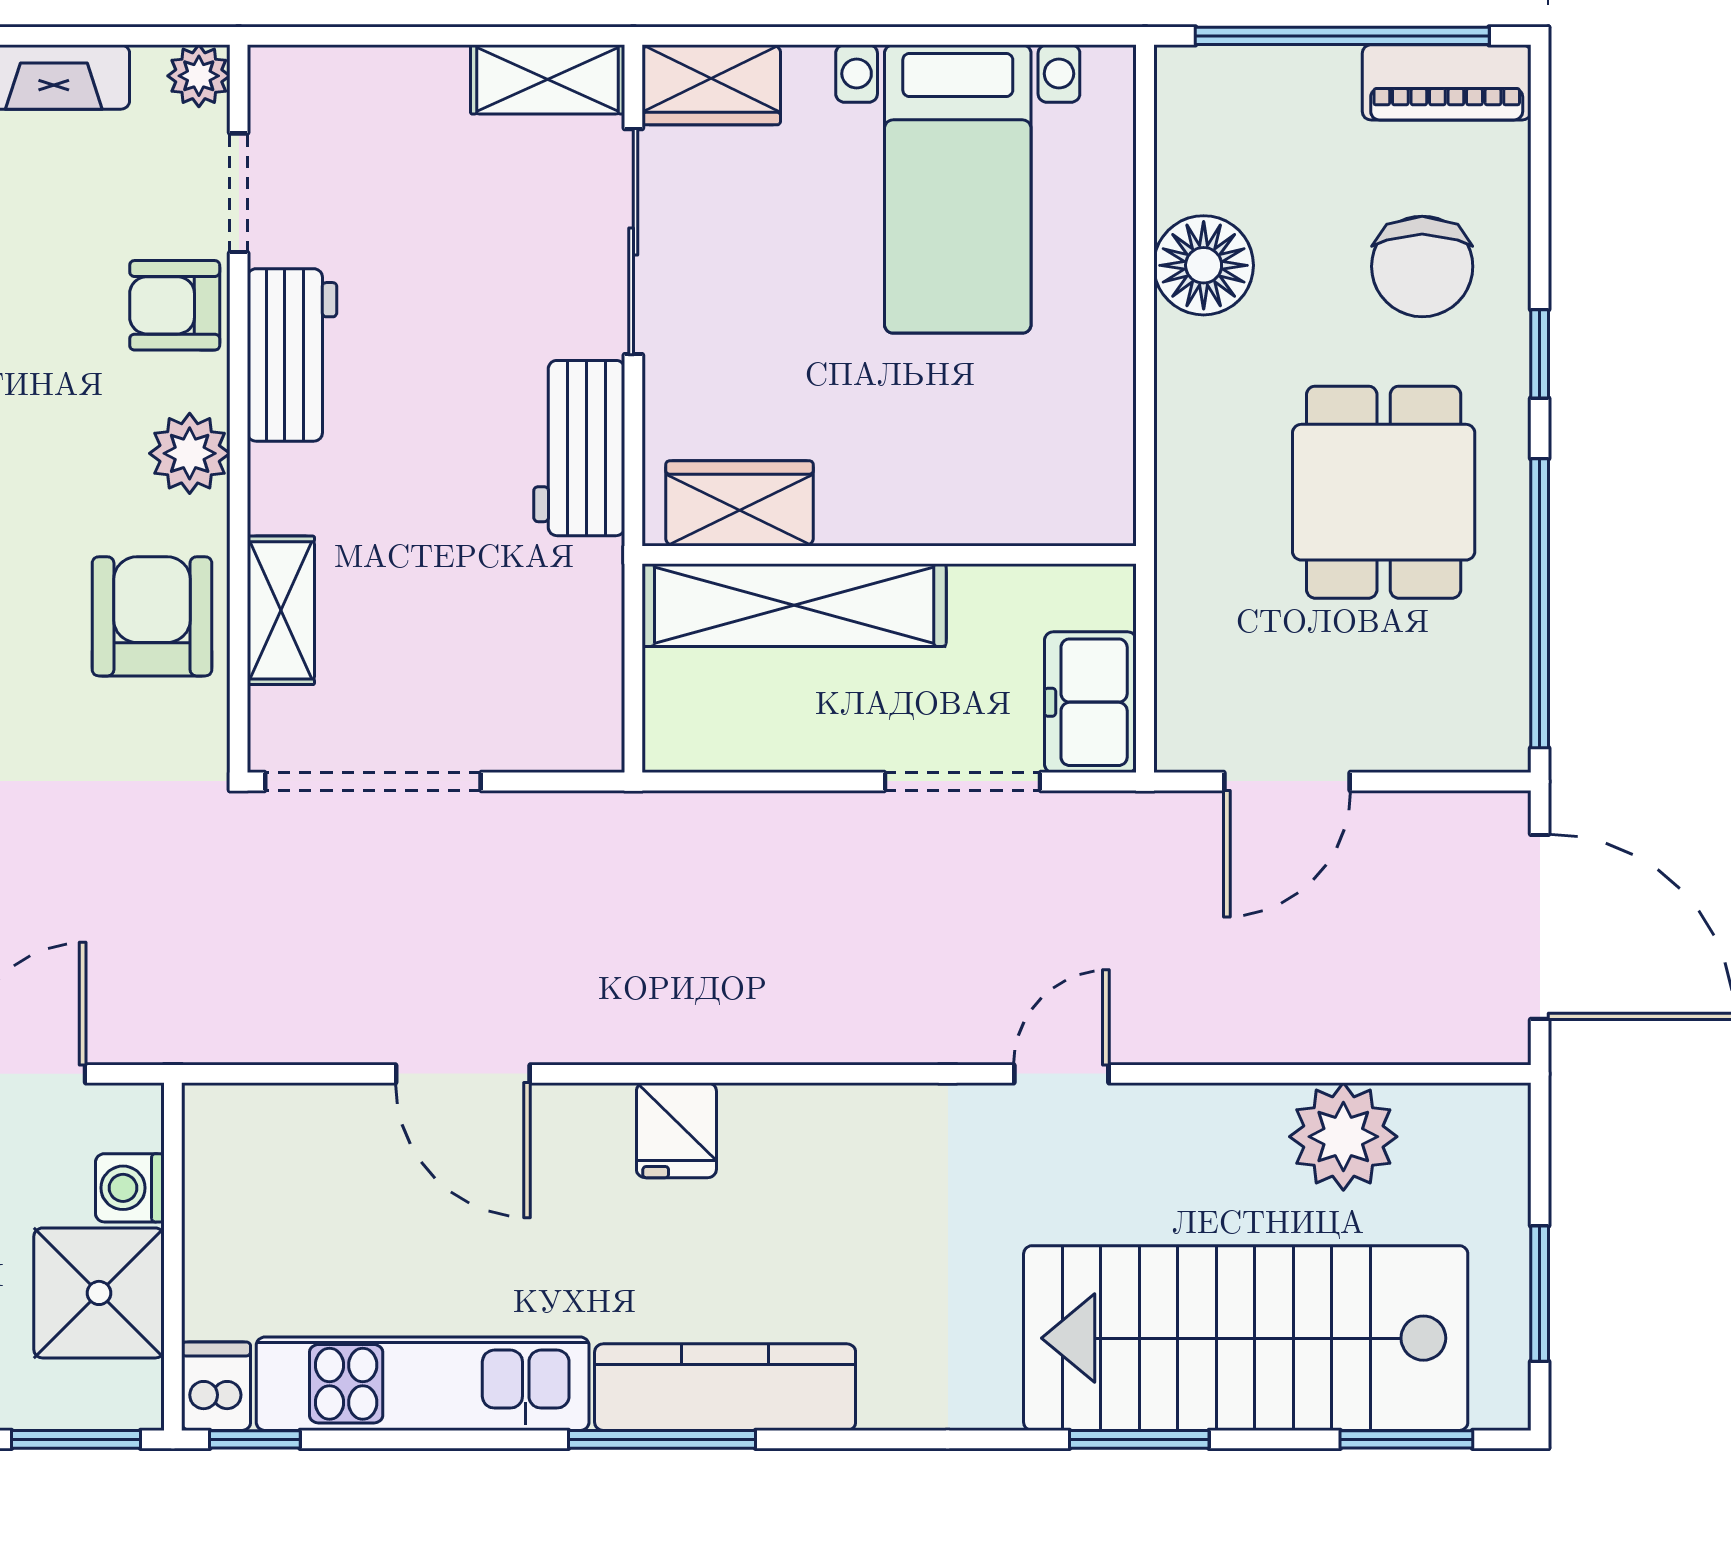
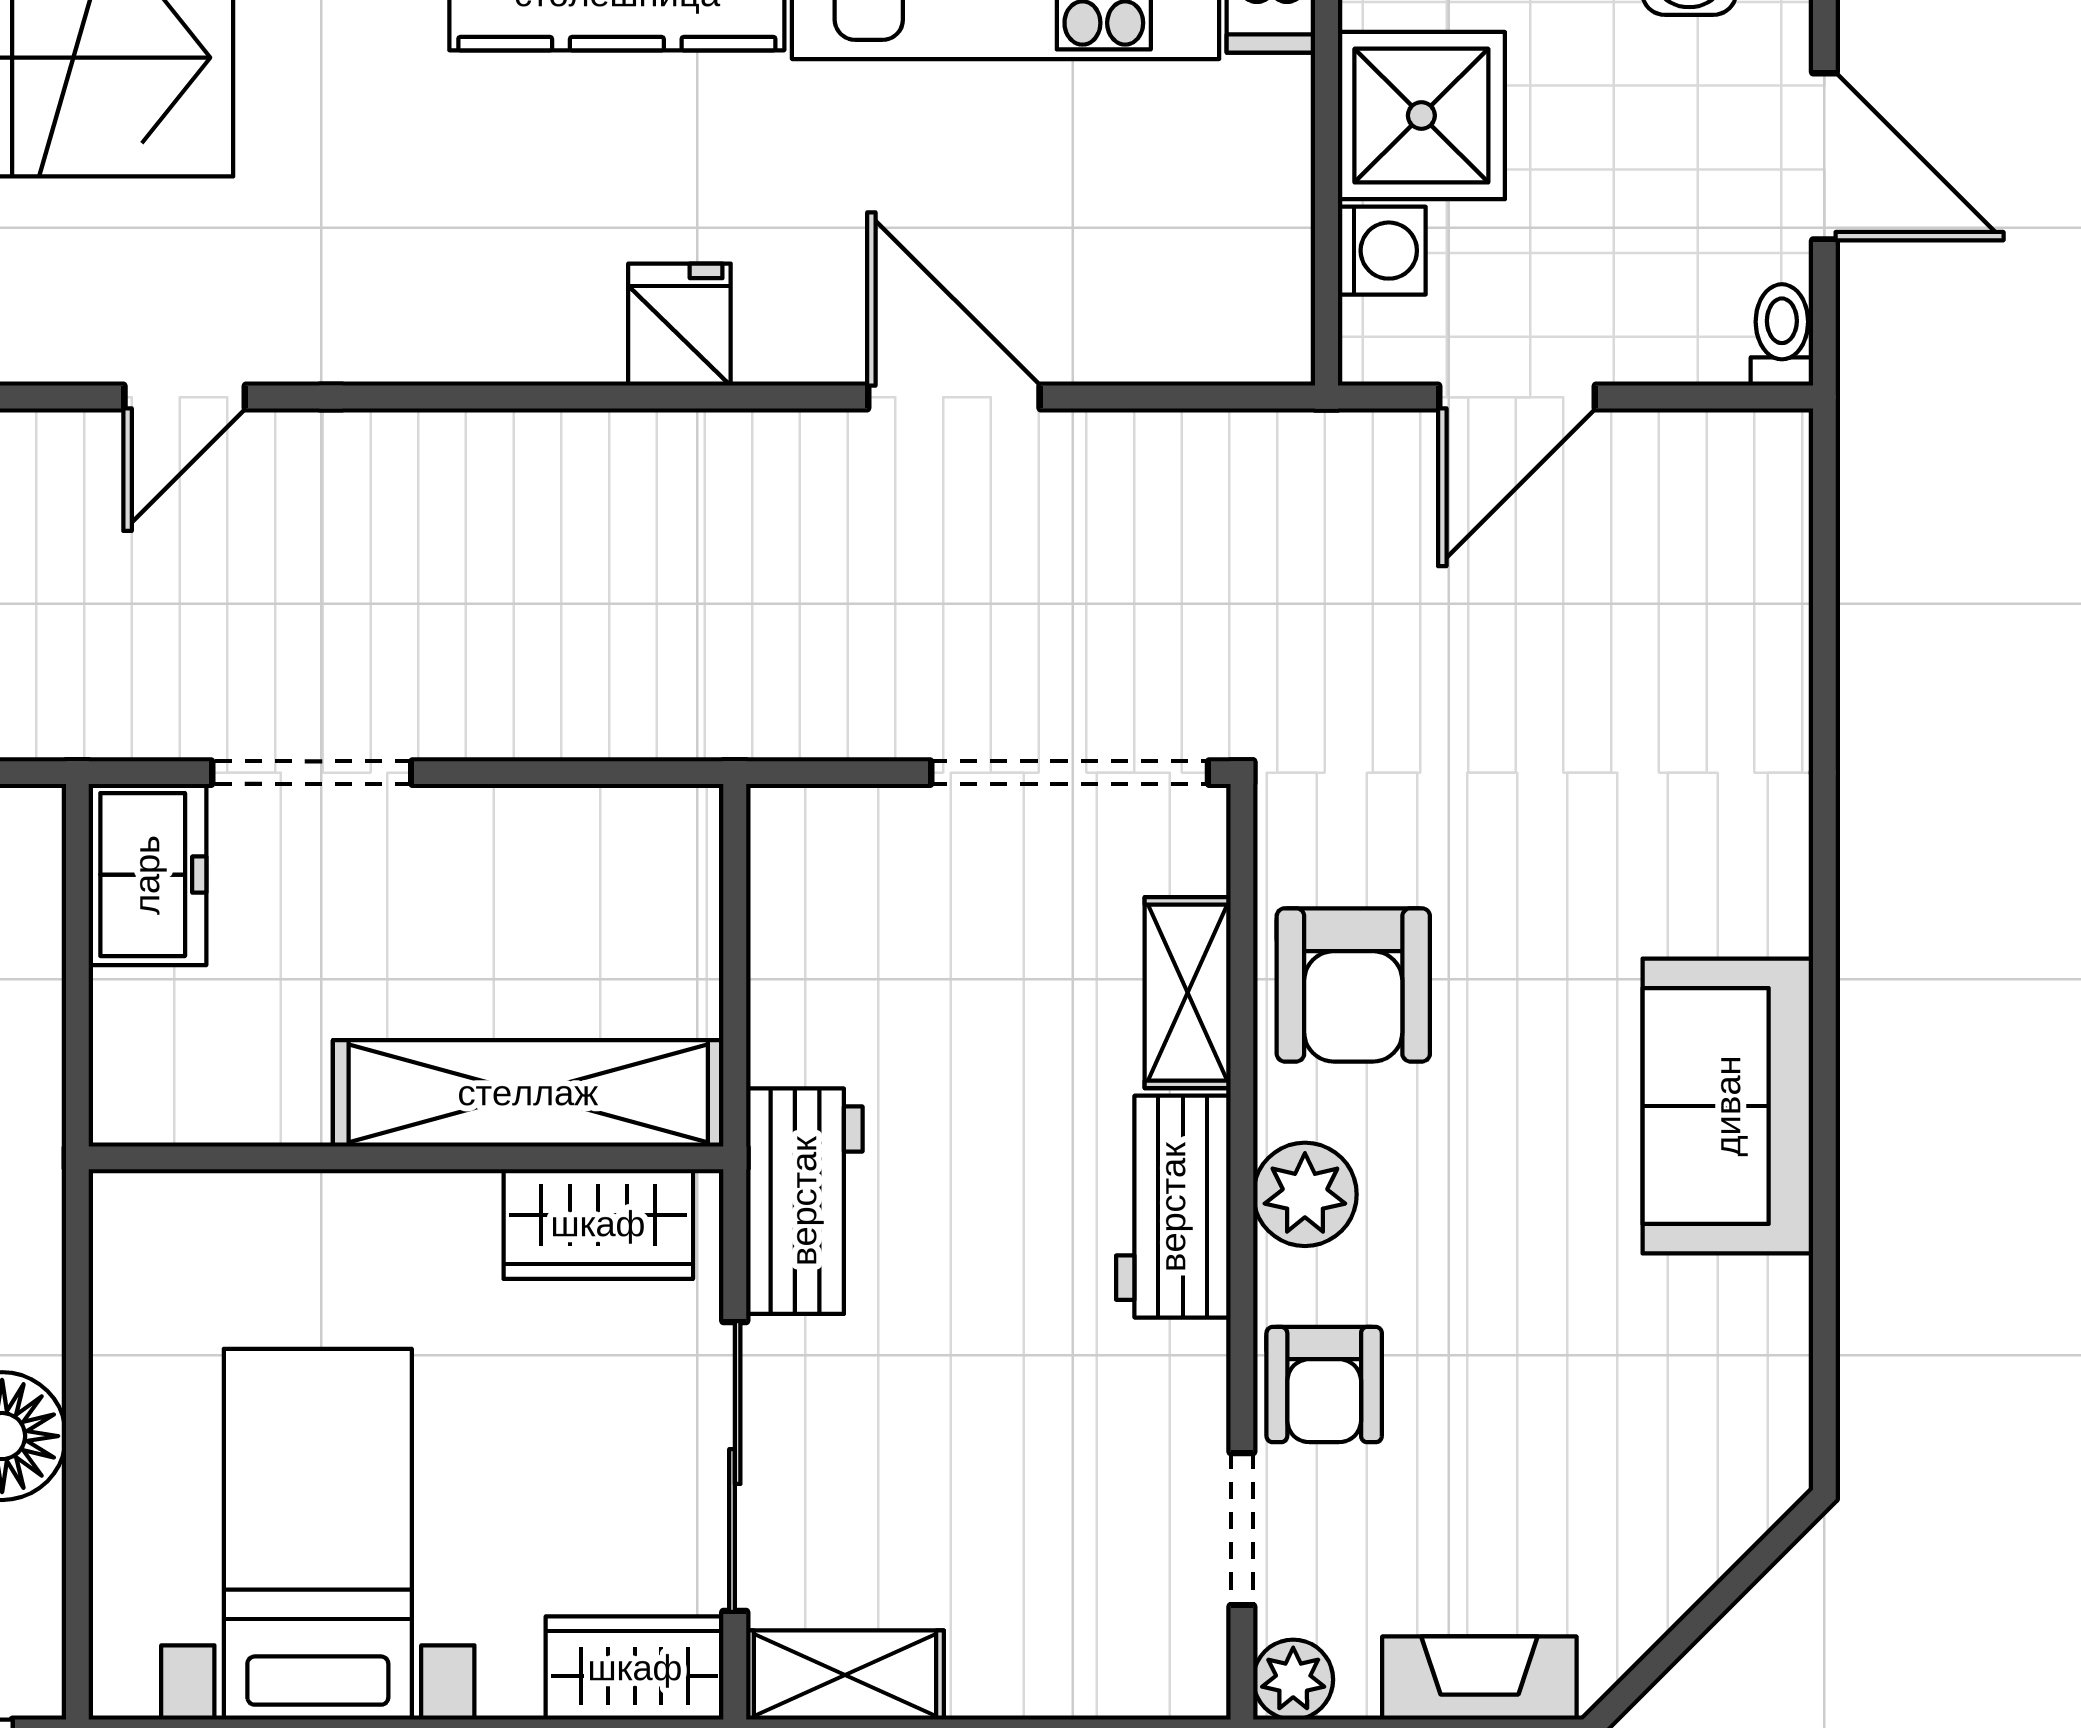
armchair: (175, 305) -> (1324, 1385), turned 90
workbench: (292, 355) -> (1173, 1207), moved
wardrobe: (740, 503) -> (598, 1224), moved
wall: (889, 555) -> (406, 1158), moved
shelving: (794, 605) -> (528, 1093), moved

